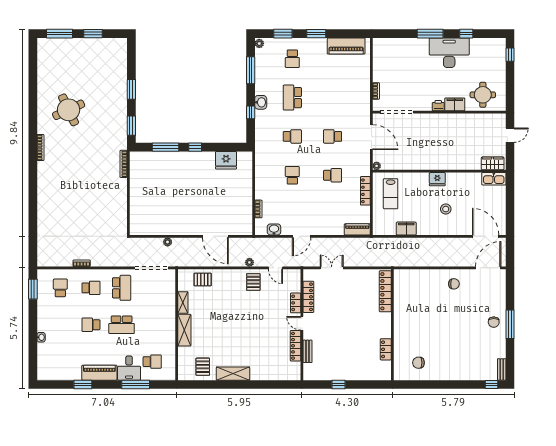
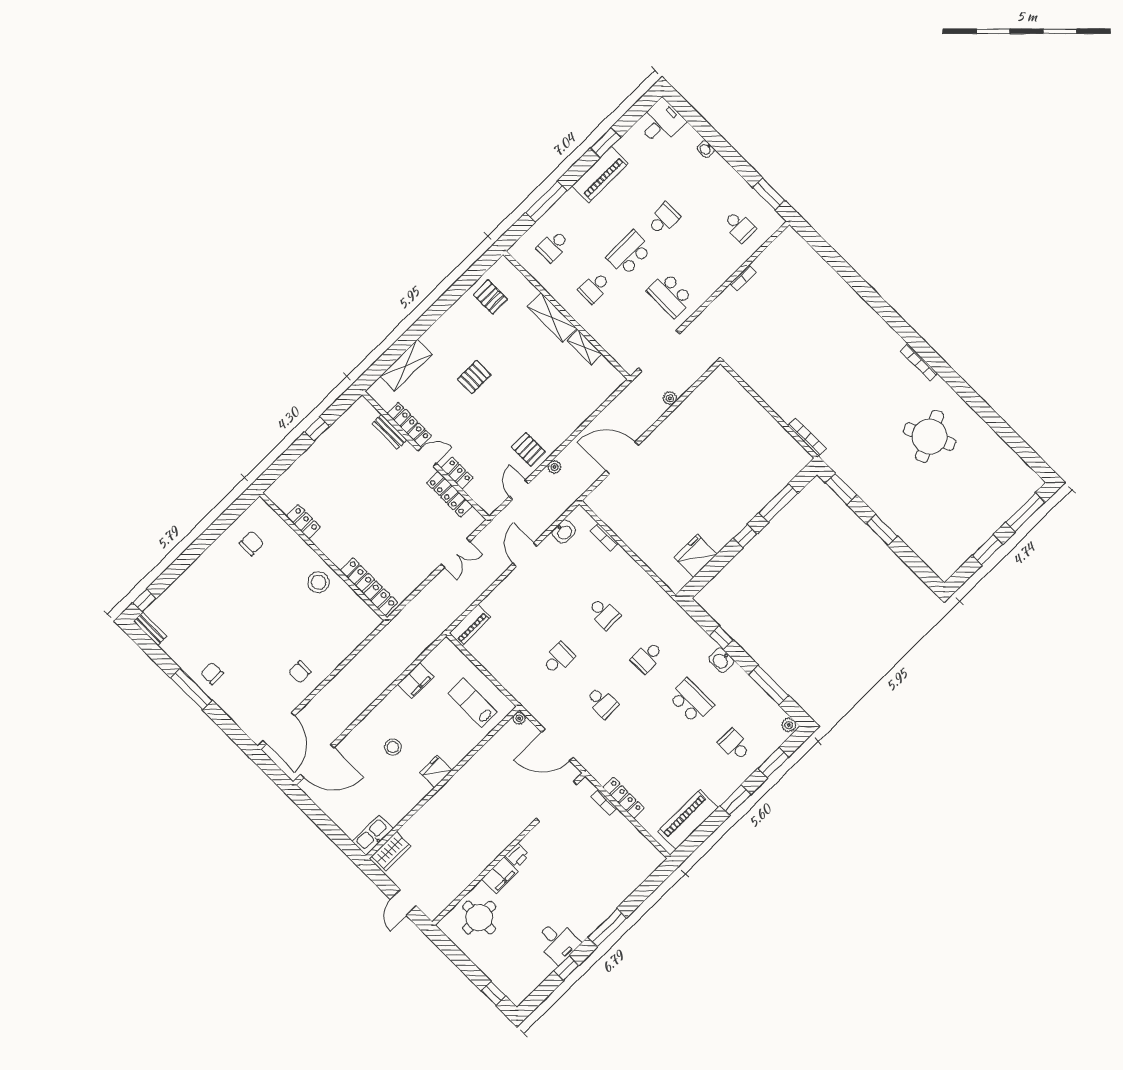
desk: (449, 53) -> (558, 942), width x0.53, depth x0.77
school desk: (333, 136) -> (602, 702), turned 90
school desk: (333, 175) -> (558, 658), turned 180
locker: (365, 191) -> (624, 798), moved
door: (275, 268) -> (519, 490), hinge flipped
pallet: (203, 280) -> (474, 377), moved
school desk: (91, 288) -> (594, 288), moved
stool: (406, 316) -> (319, 582), added
desk: (129, 368) -> (661, 122), moved, turned 90
shelving: (233, 374) -> (406, 365), moved

